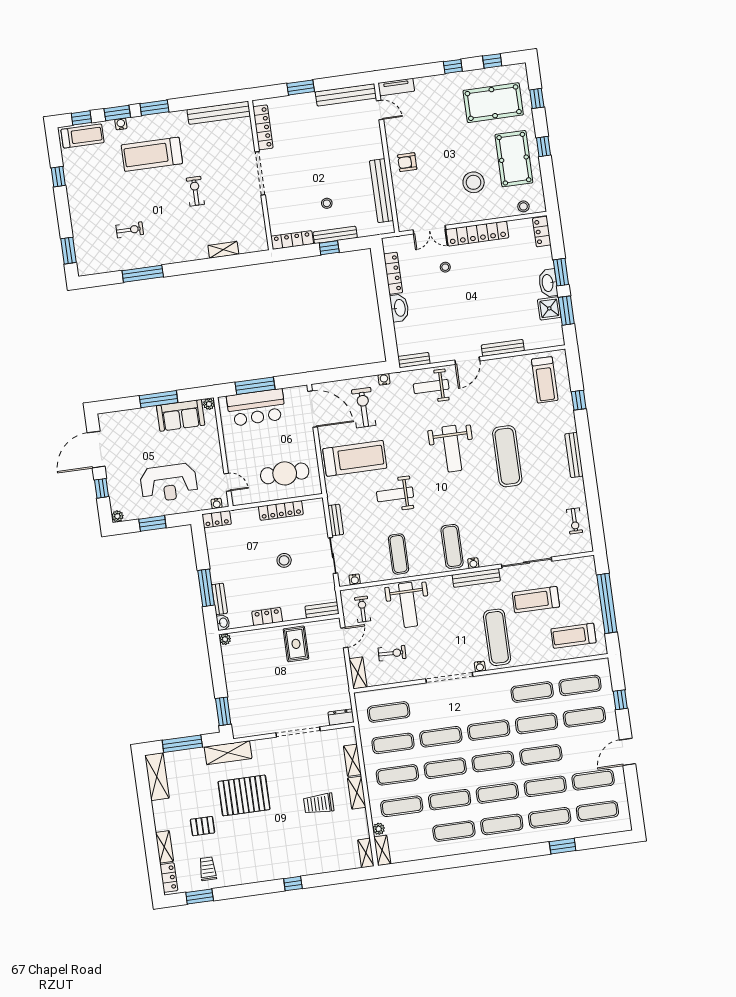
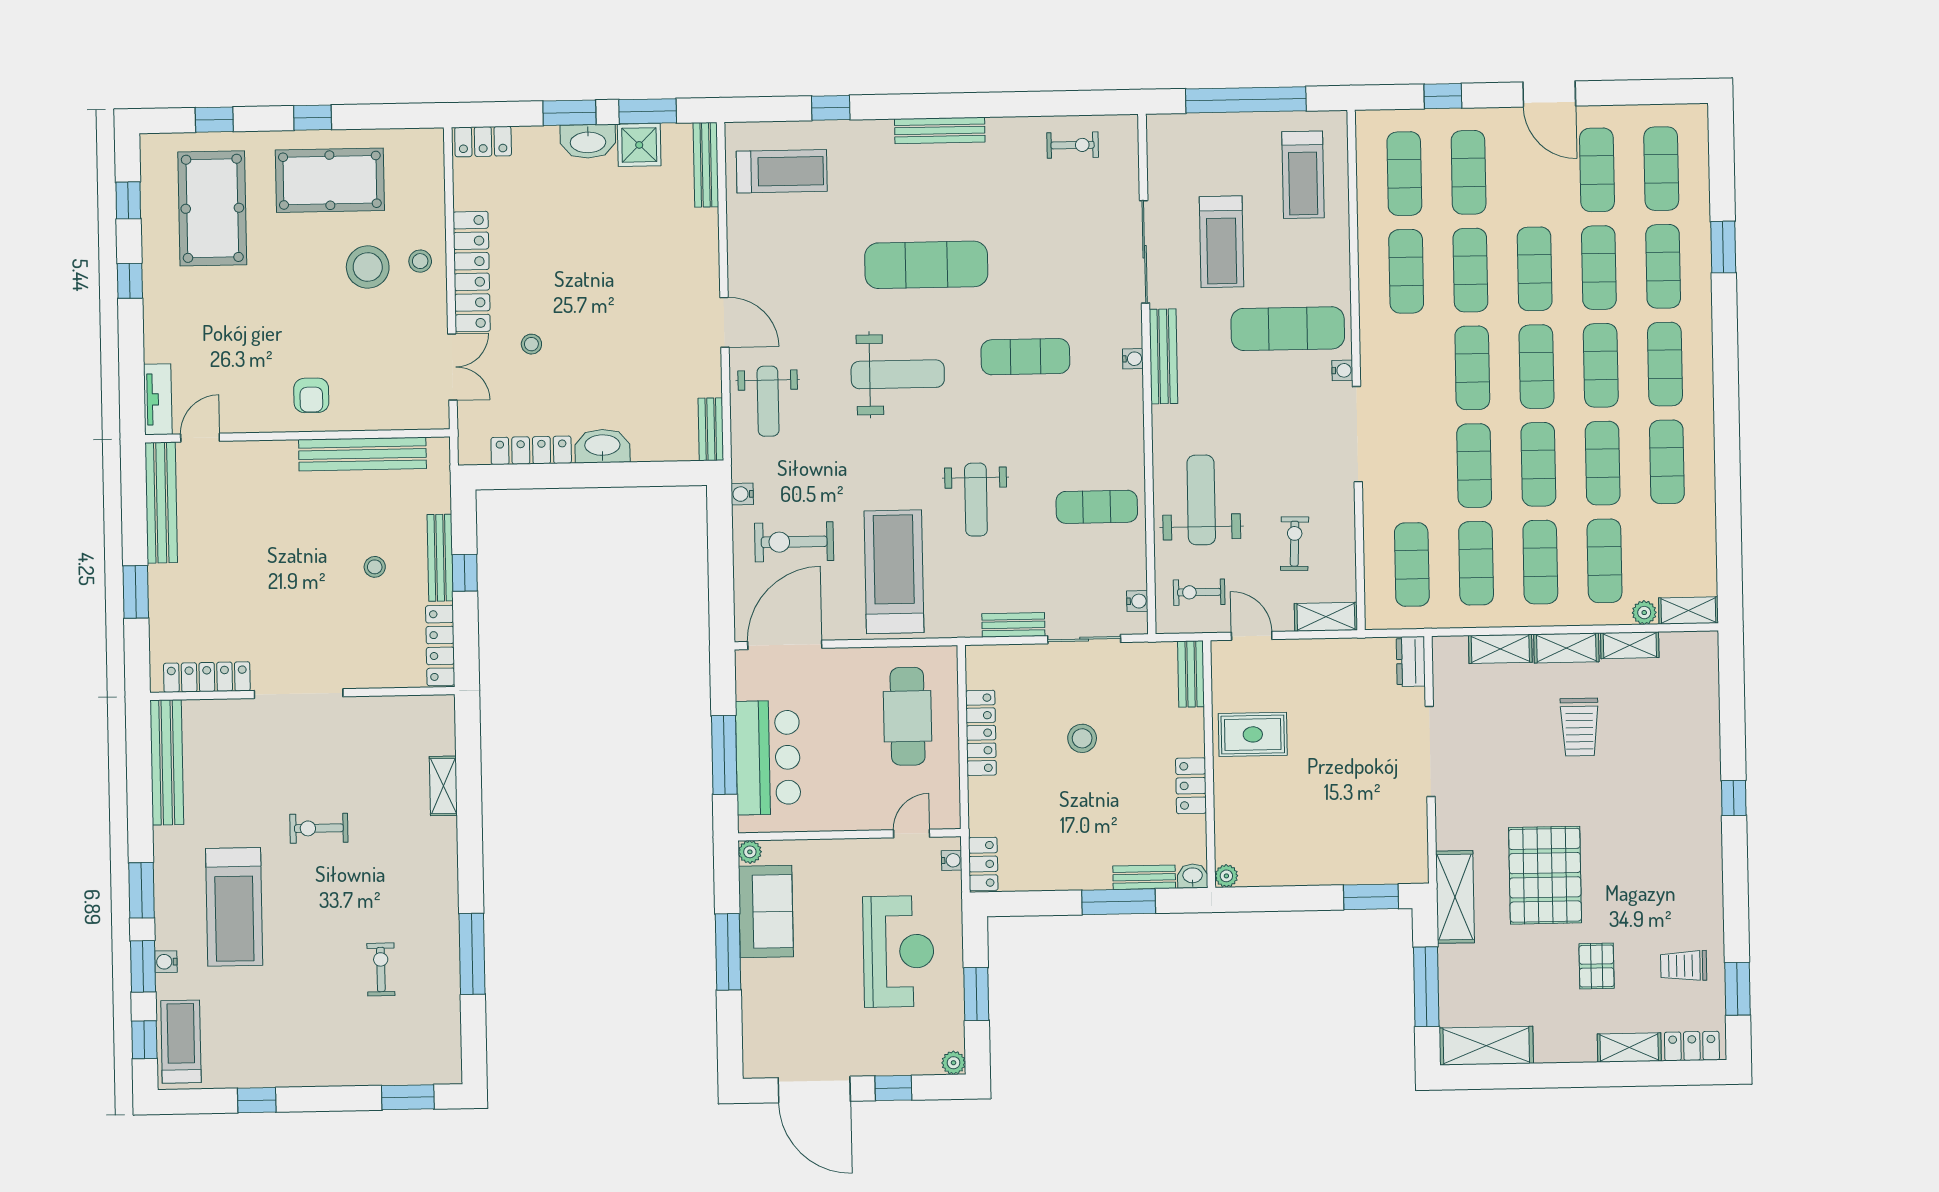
stool: (523, 206) -> (420, 261), moved
bench: (503, 348) -> (706, 165), moved
exercise mat: (452, 546) -> (1025, 357), moved
weight bench: (408, 605) -> (1201, 500), turned -90
shelving: (366, 853) -> (1630, 645), moved

